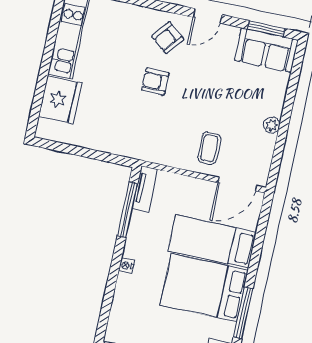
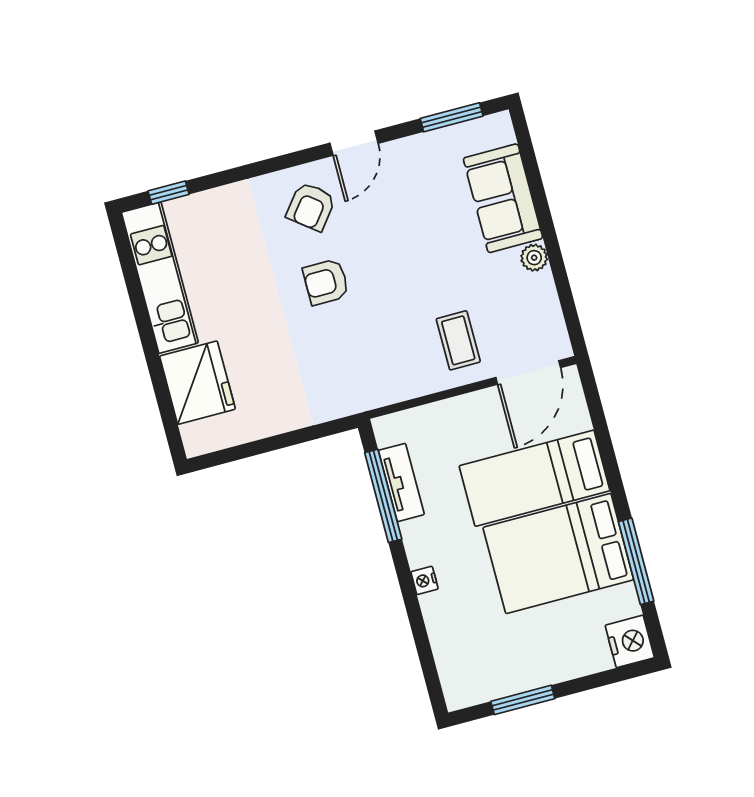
sofa: (266, 50) -> (503, 198), moved, turned 90
tv unit: (145, 189) -> (401, 482), moved

